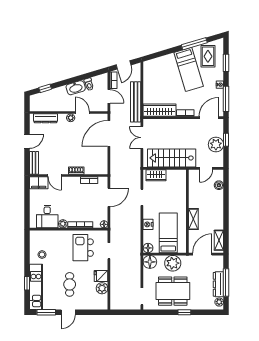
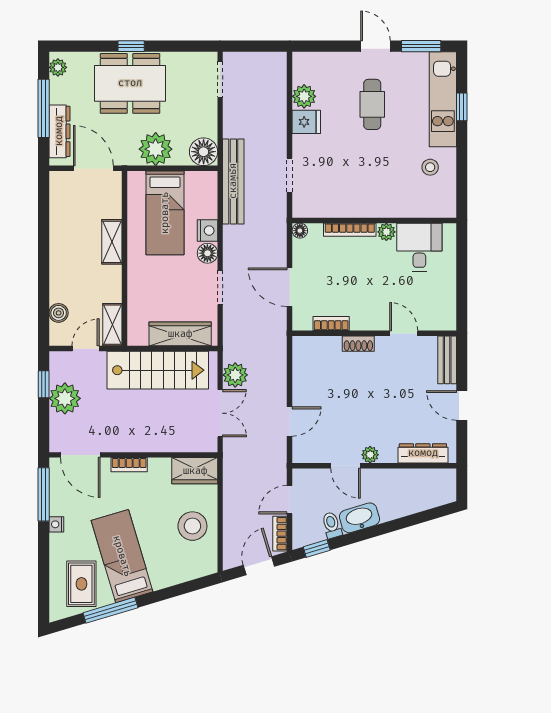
window: (226, 63) -> (44, 570), removed
stool: (155, 84) -> (192, 526), added
window: (45, 88) -> (317, 549), moved
door: (109, 96) -> (290, 500), hinge flipped
bench: (136, 102) -> (233, 181), moved
wardrobe: (160, 110) -> (195, 471), width x0.67
door: (209, 118) -> (80, 455), hinge flipped
door: (109, 134) -> (290, 421), width x0.53
window: (226, 140) -> (44, 384), moved
door: (27, 141) -> (462, 405), hinge flipped
plant: (135, 156) -> (235, 375), added
wardrobe: (156, 175) -> (180, 334), width x1.50
filing cabinet: (39, 183) -> (437, 318), removed
door: (109, 197) -> (290, 287), hinge flipped
shelving: (219, 240) -> (112, 325), moved
kitchen island: (83, 248) -> (344, 182), removed
floor lamp: (148, 248) -> (207, 253), moved
door: (202, 254) -> (93, 168), swing flipped
dresser: (218, 284) -> (59, 131), moved
dining table: (173, 291) -> (130, 83), moved
door: (68, 312) -> (375, 46), hinge flipped

